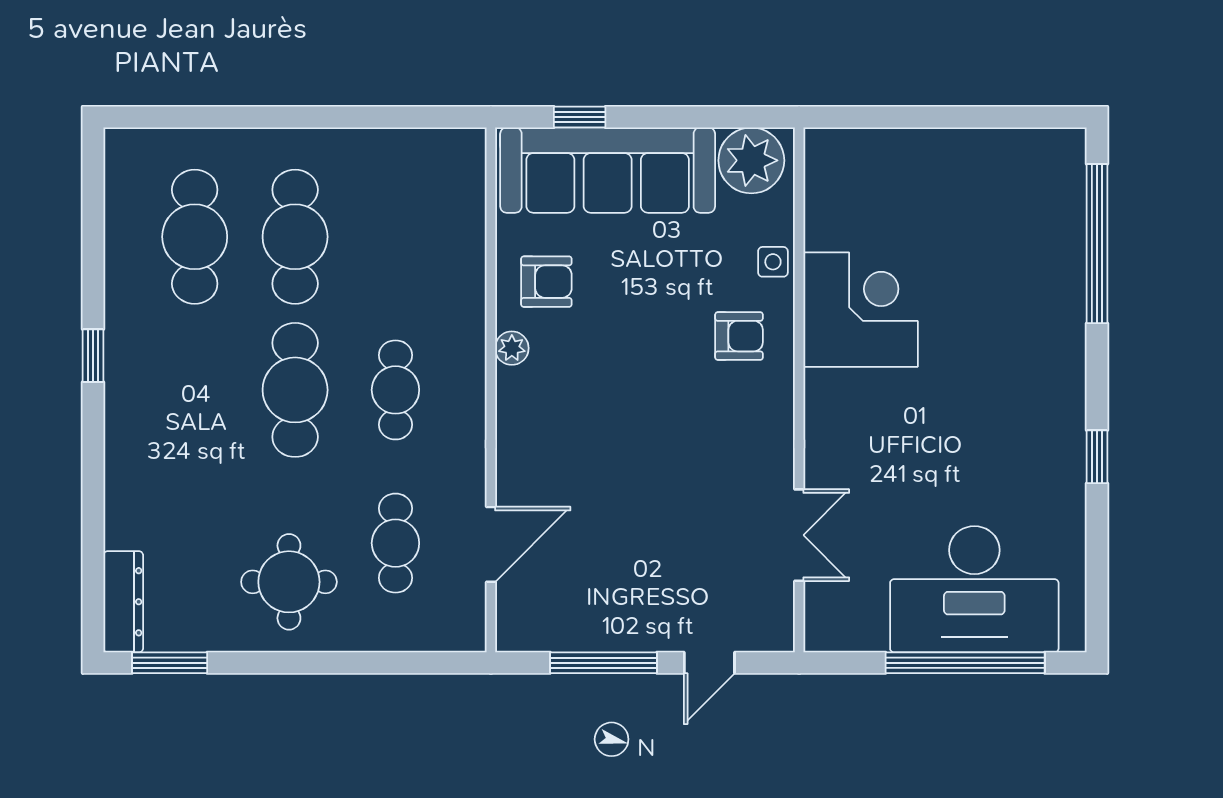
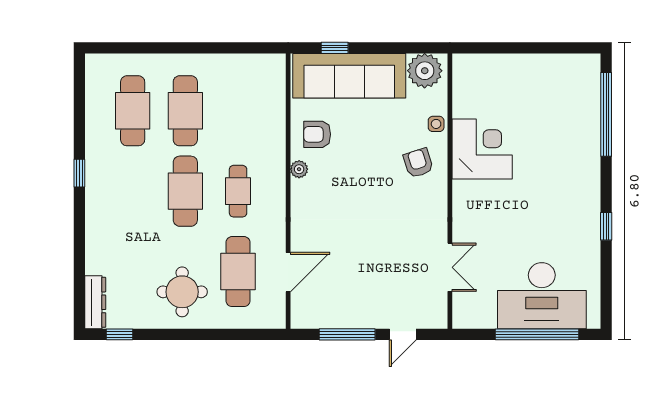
armchair: (546, 282) -> (317, 134), turned 180
armchair: (739, 336) -> (418, 163), turned -108
cafe table: (395, 543) -> (238, 272), width x1.37, depth x1.35
window: (170, 663) -> (120, 334), width x0.67

